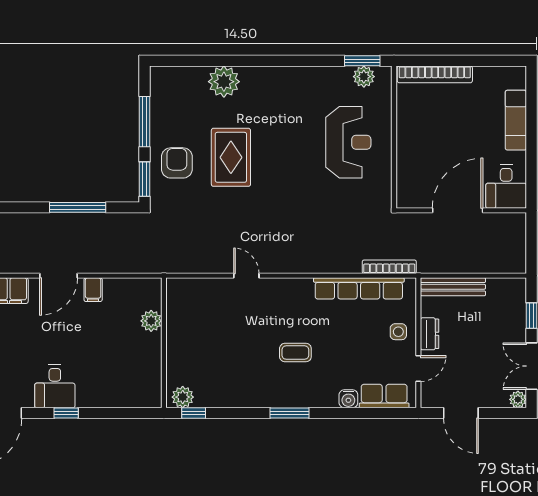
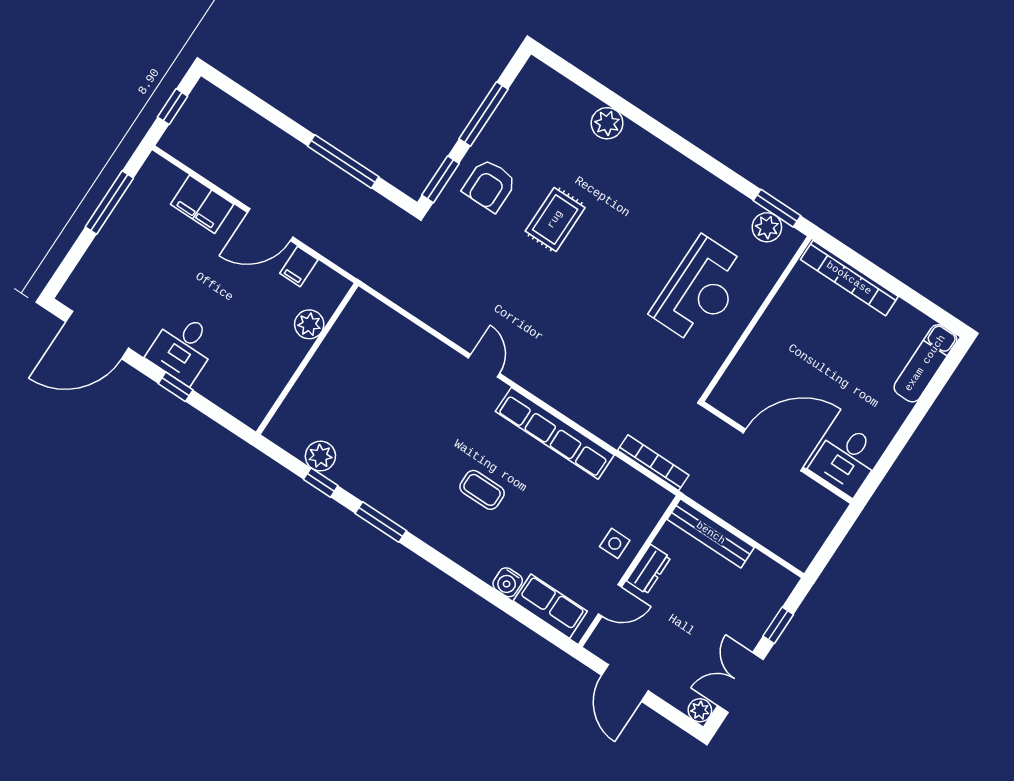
plant: (224, 82) -> (607, 123), width x0.73, depth x0.73
exam couch: (516, 120) -> (925, 363), moved
rug: (231, 157) -> (555, 219), width x0.73, depth x0.70
armchair: (177, 163) -> (489, 185), turned 180
row of seats: (359, 288) -> (555, 433), moved
plant: (151, 321) -> (309, 324), moved
wall: (164, 343) -> (307, 359), moved
window: (289, 413) -> (381, 522), moved

